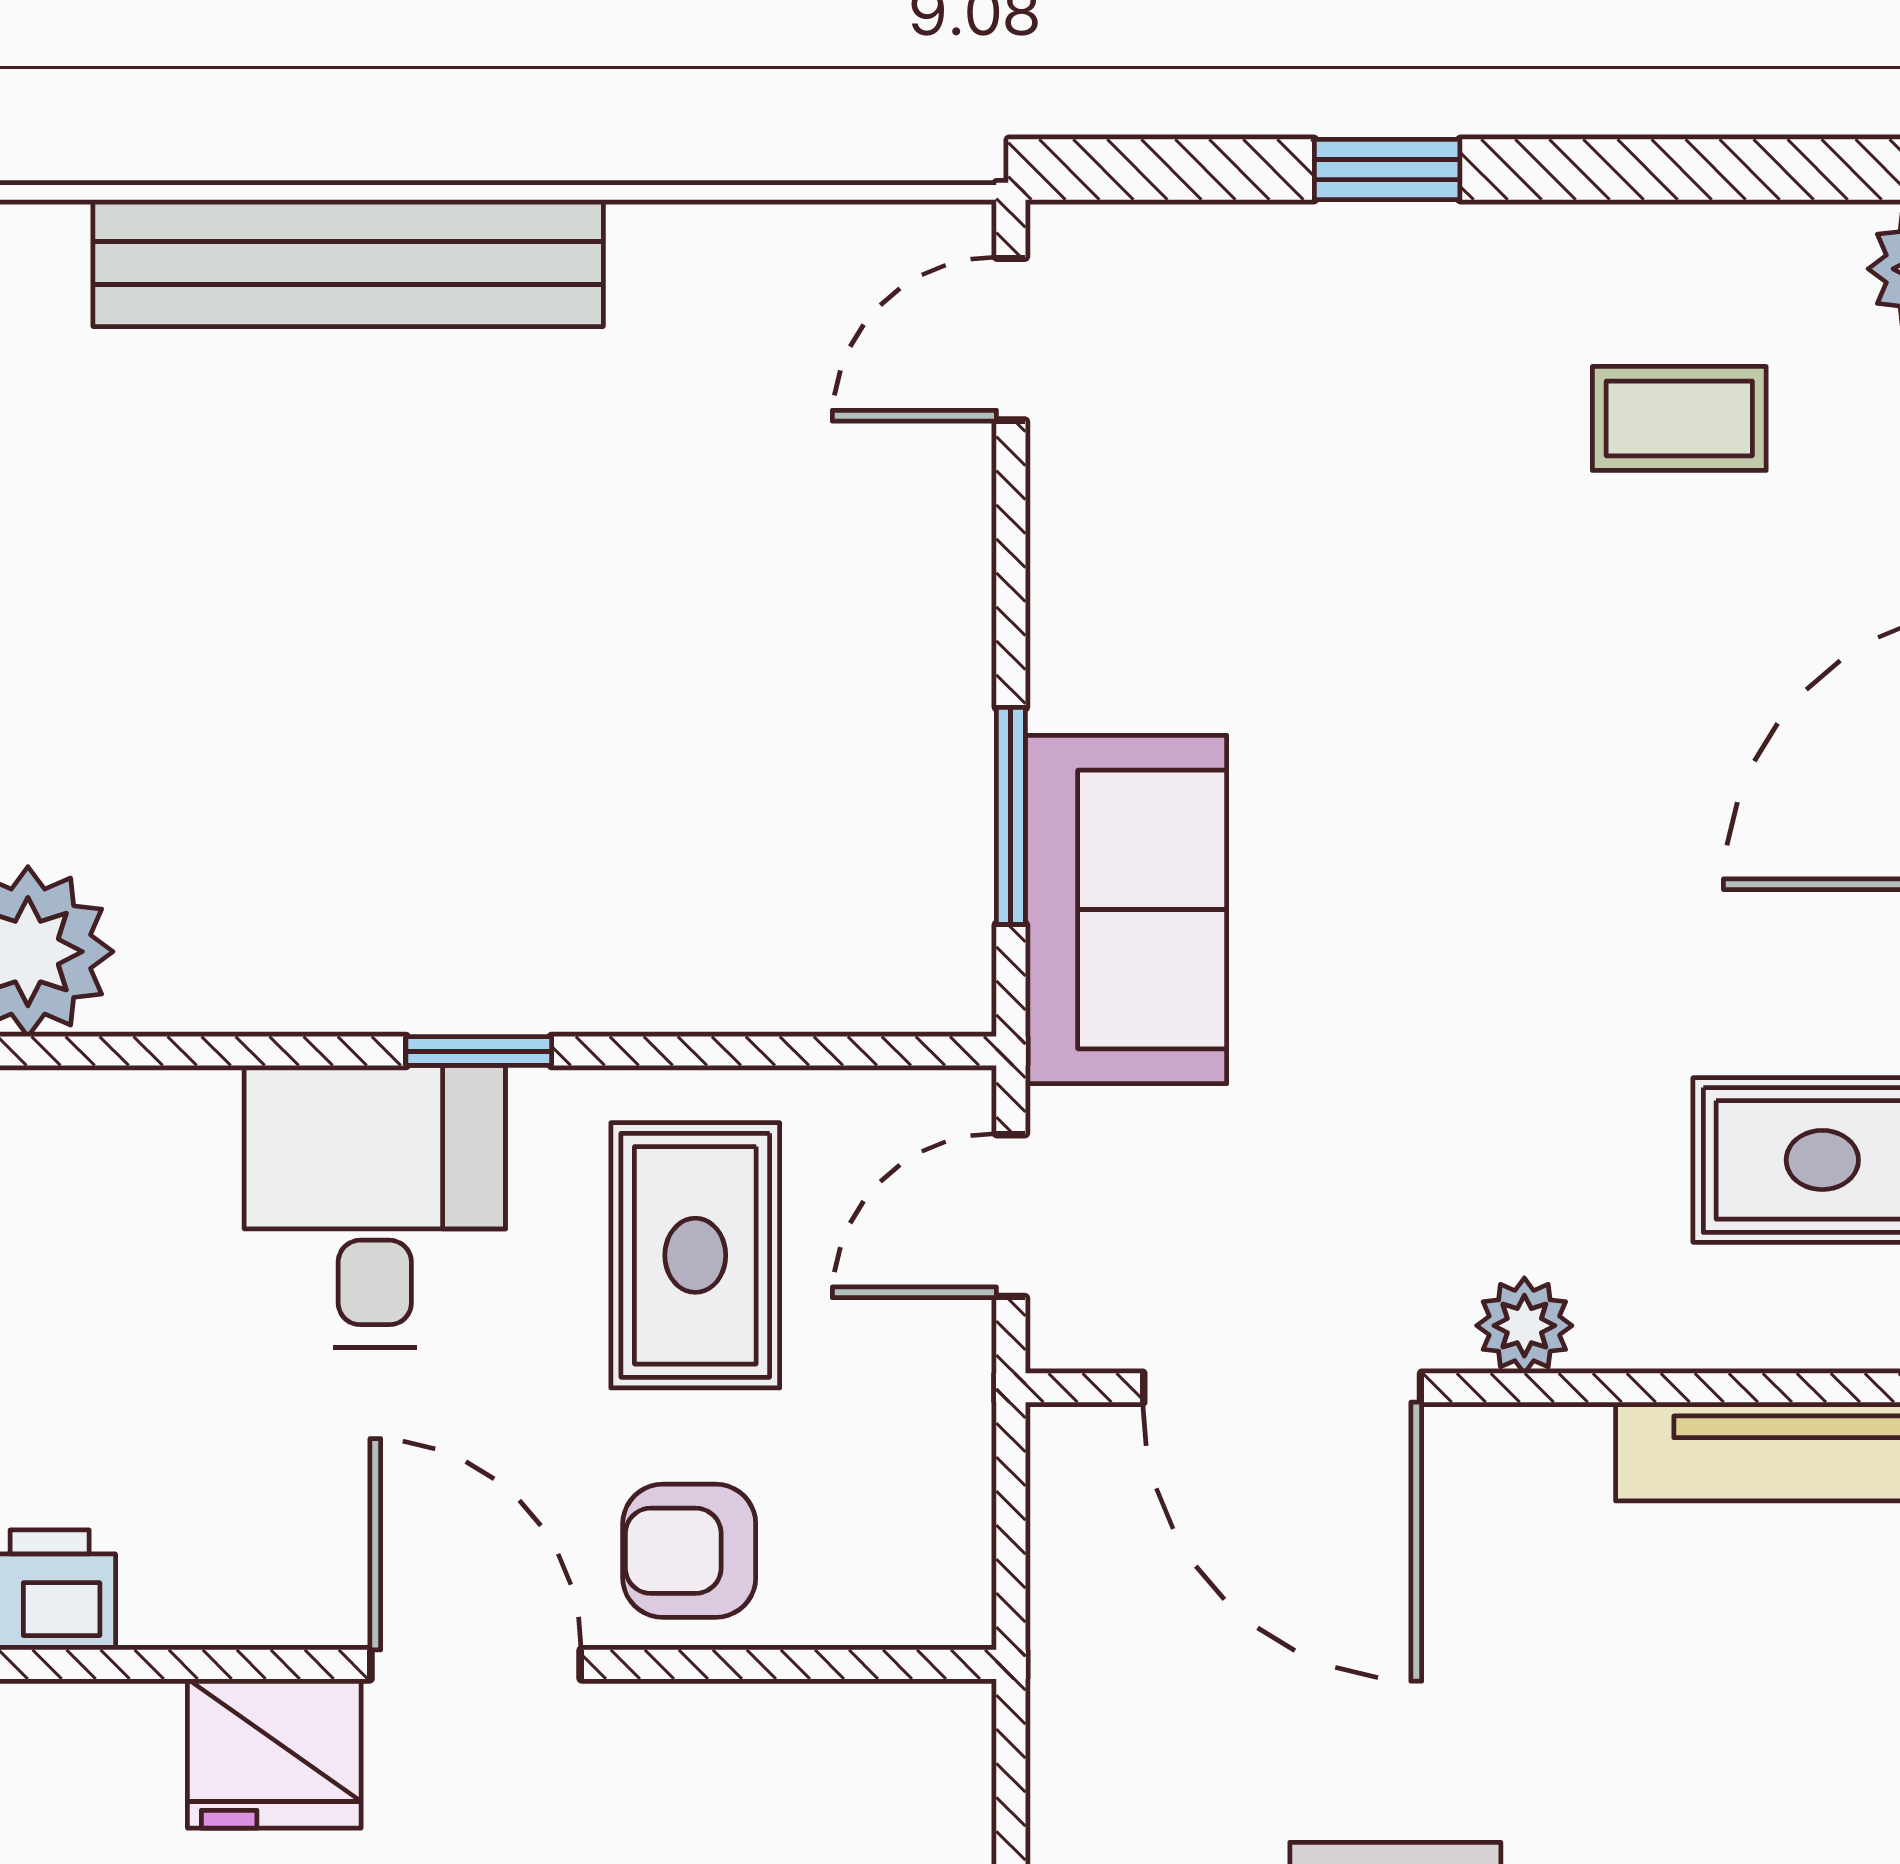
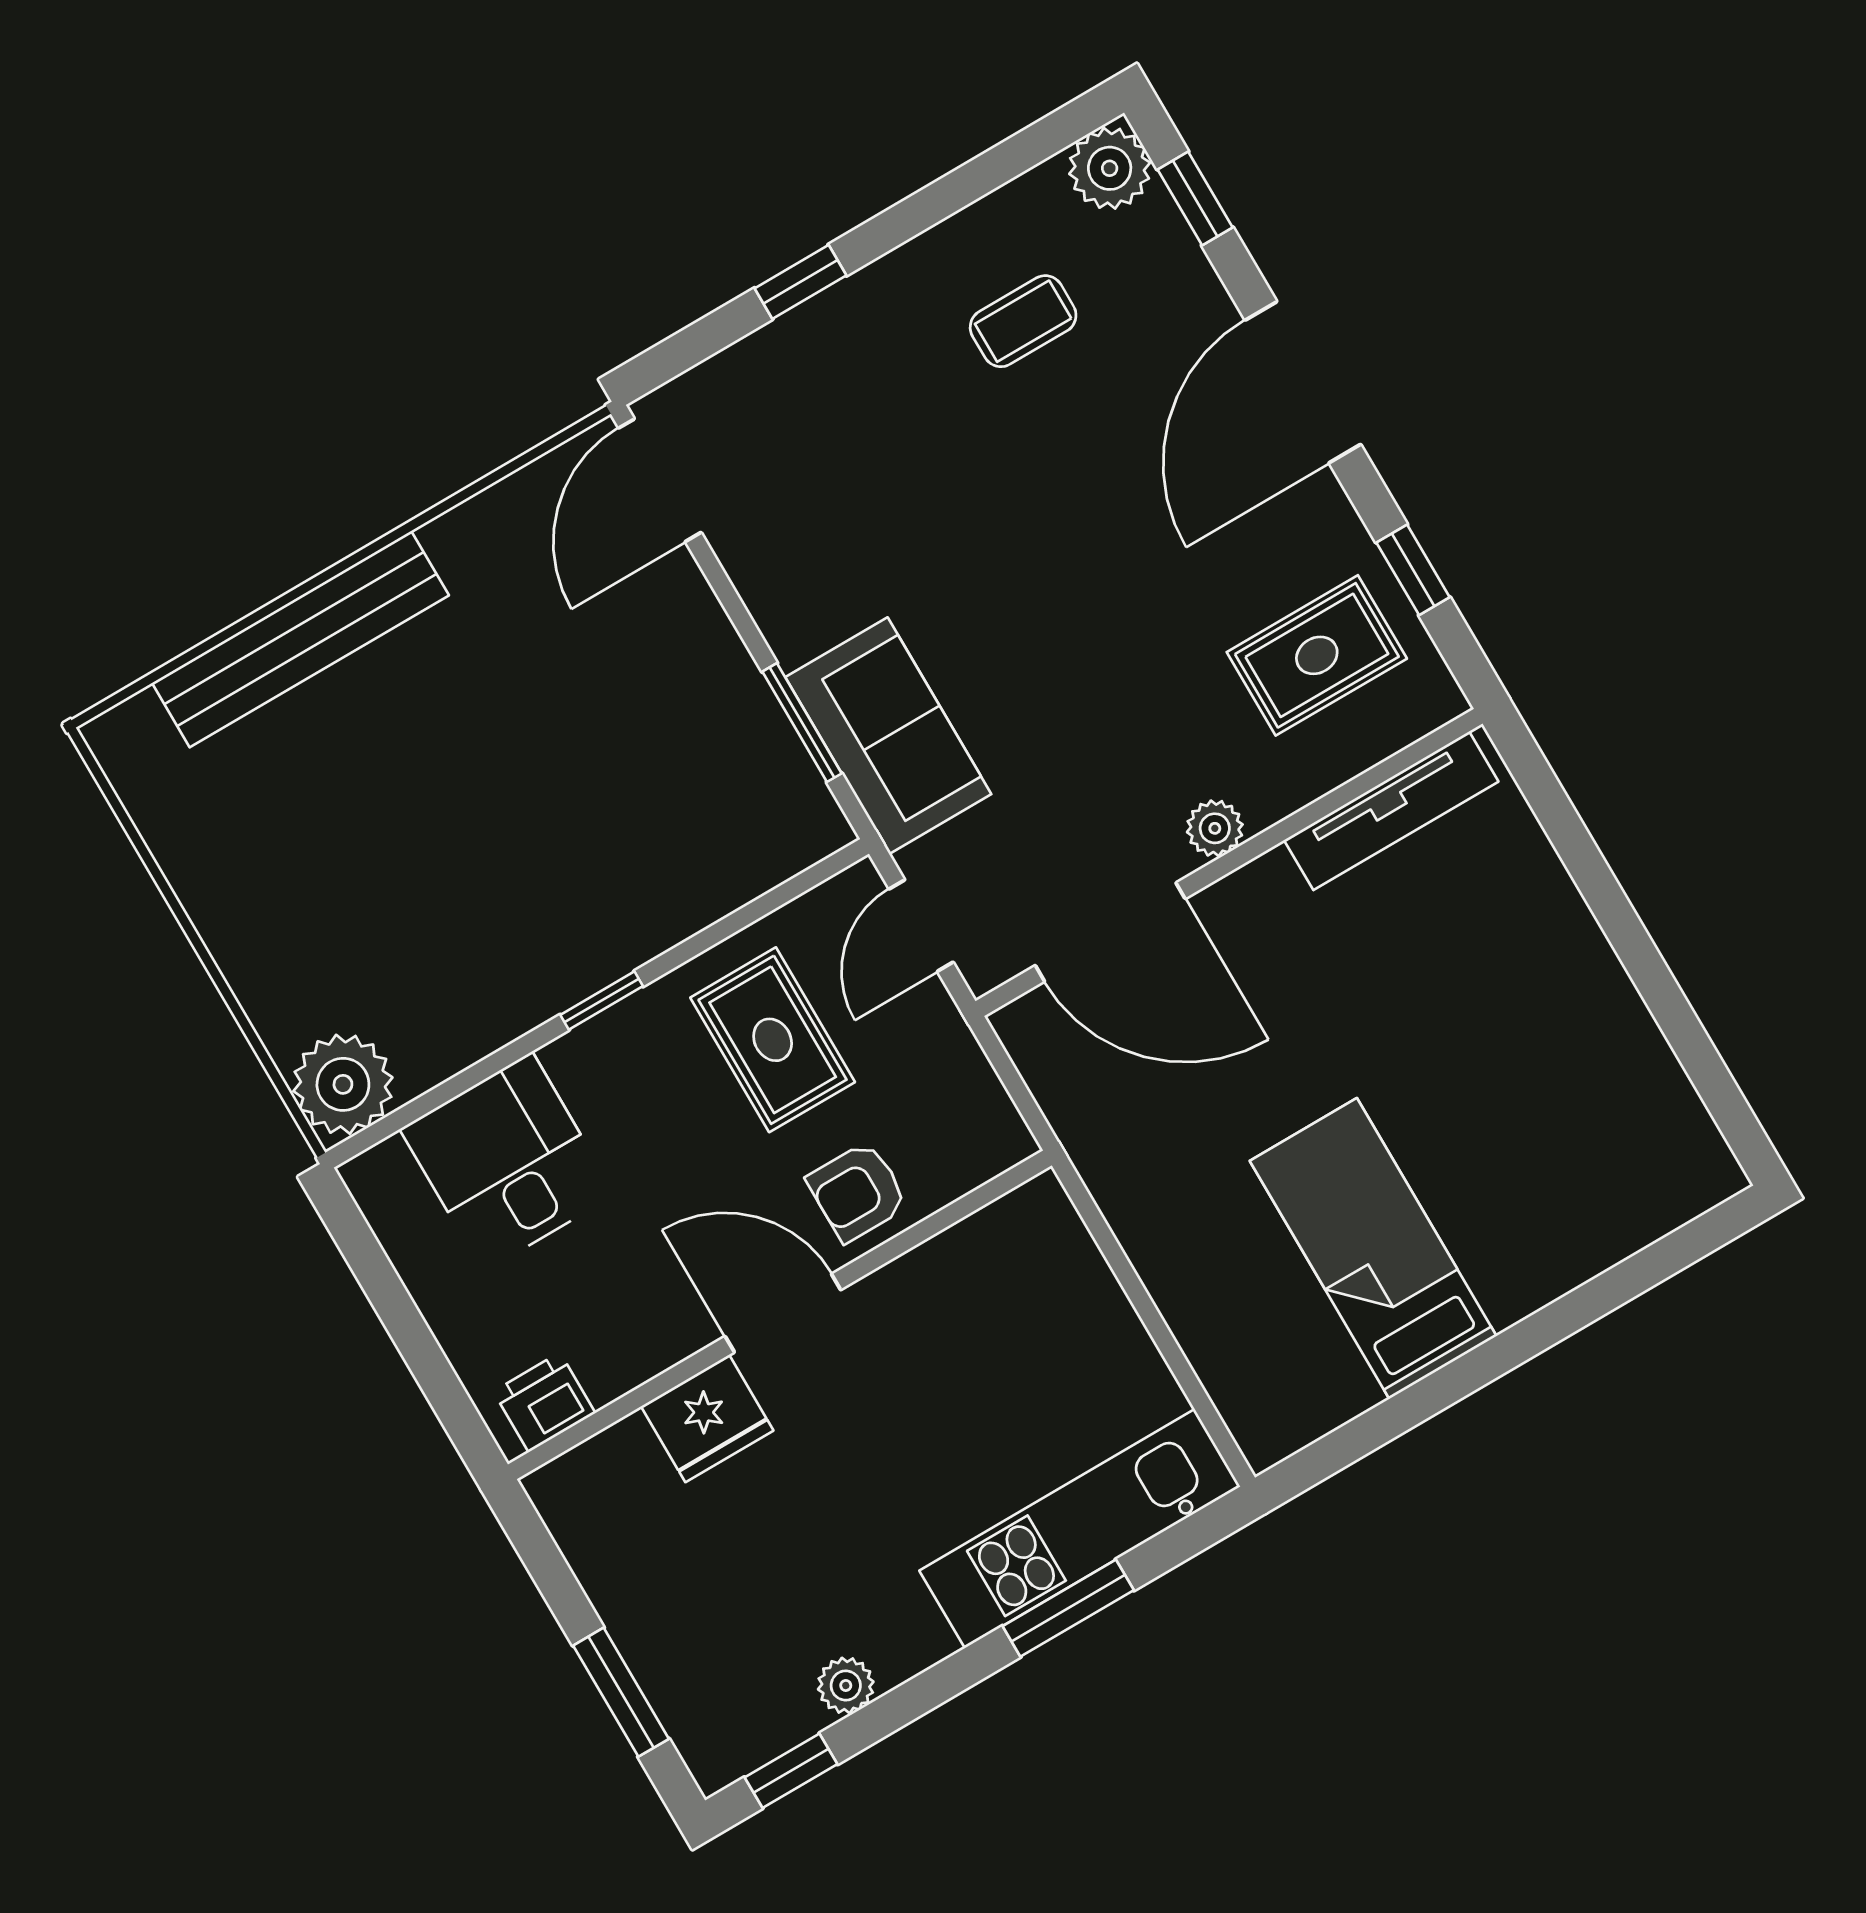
door: (1011, 339) -> (660, 480), width x1.38
desk: (375, 1206) -> (508, 1162), moved

